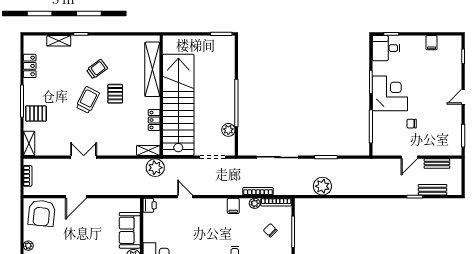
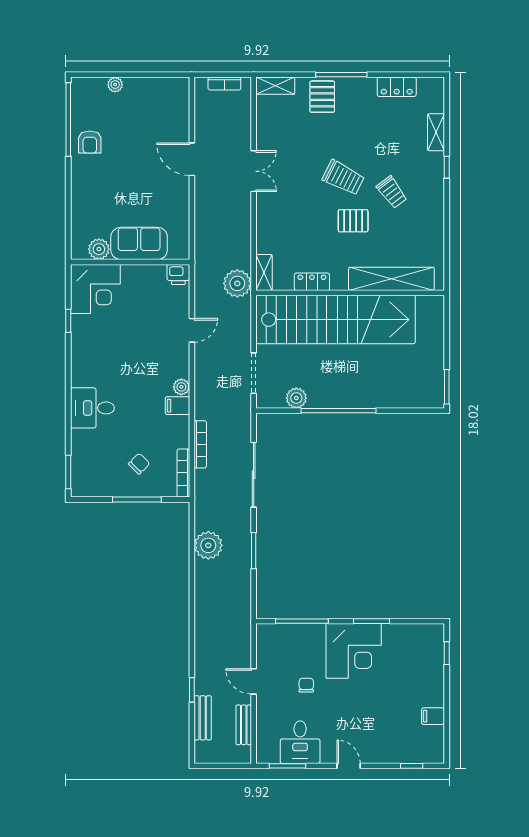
desk: (386, 48) -> (300, 742), moved, turned 180
plant: (255, 203) -> (181, 387), moved
armchair: (42, 213) -> (166, 106), removed

